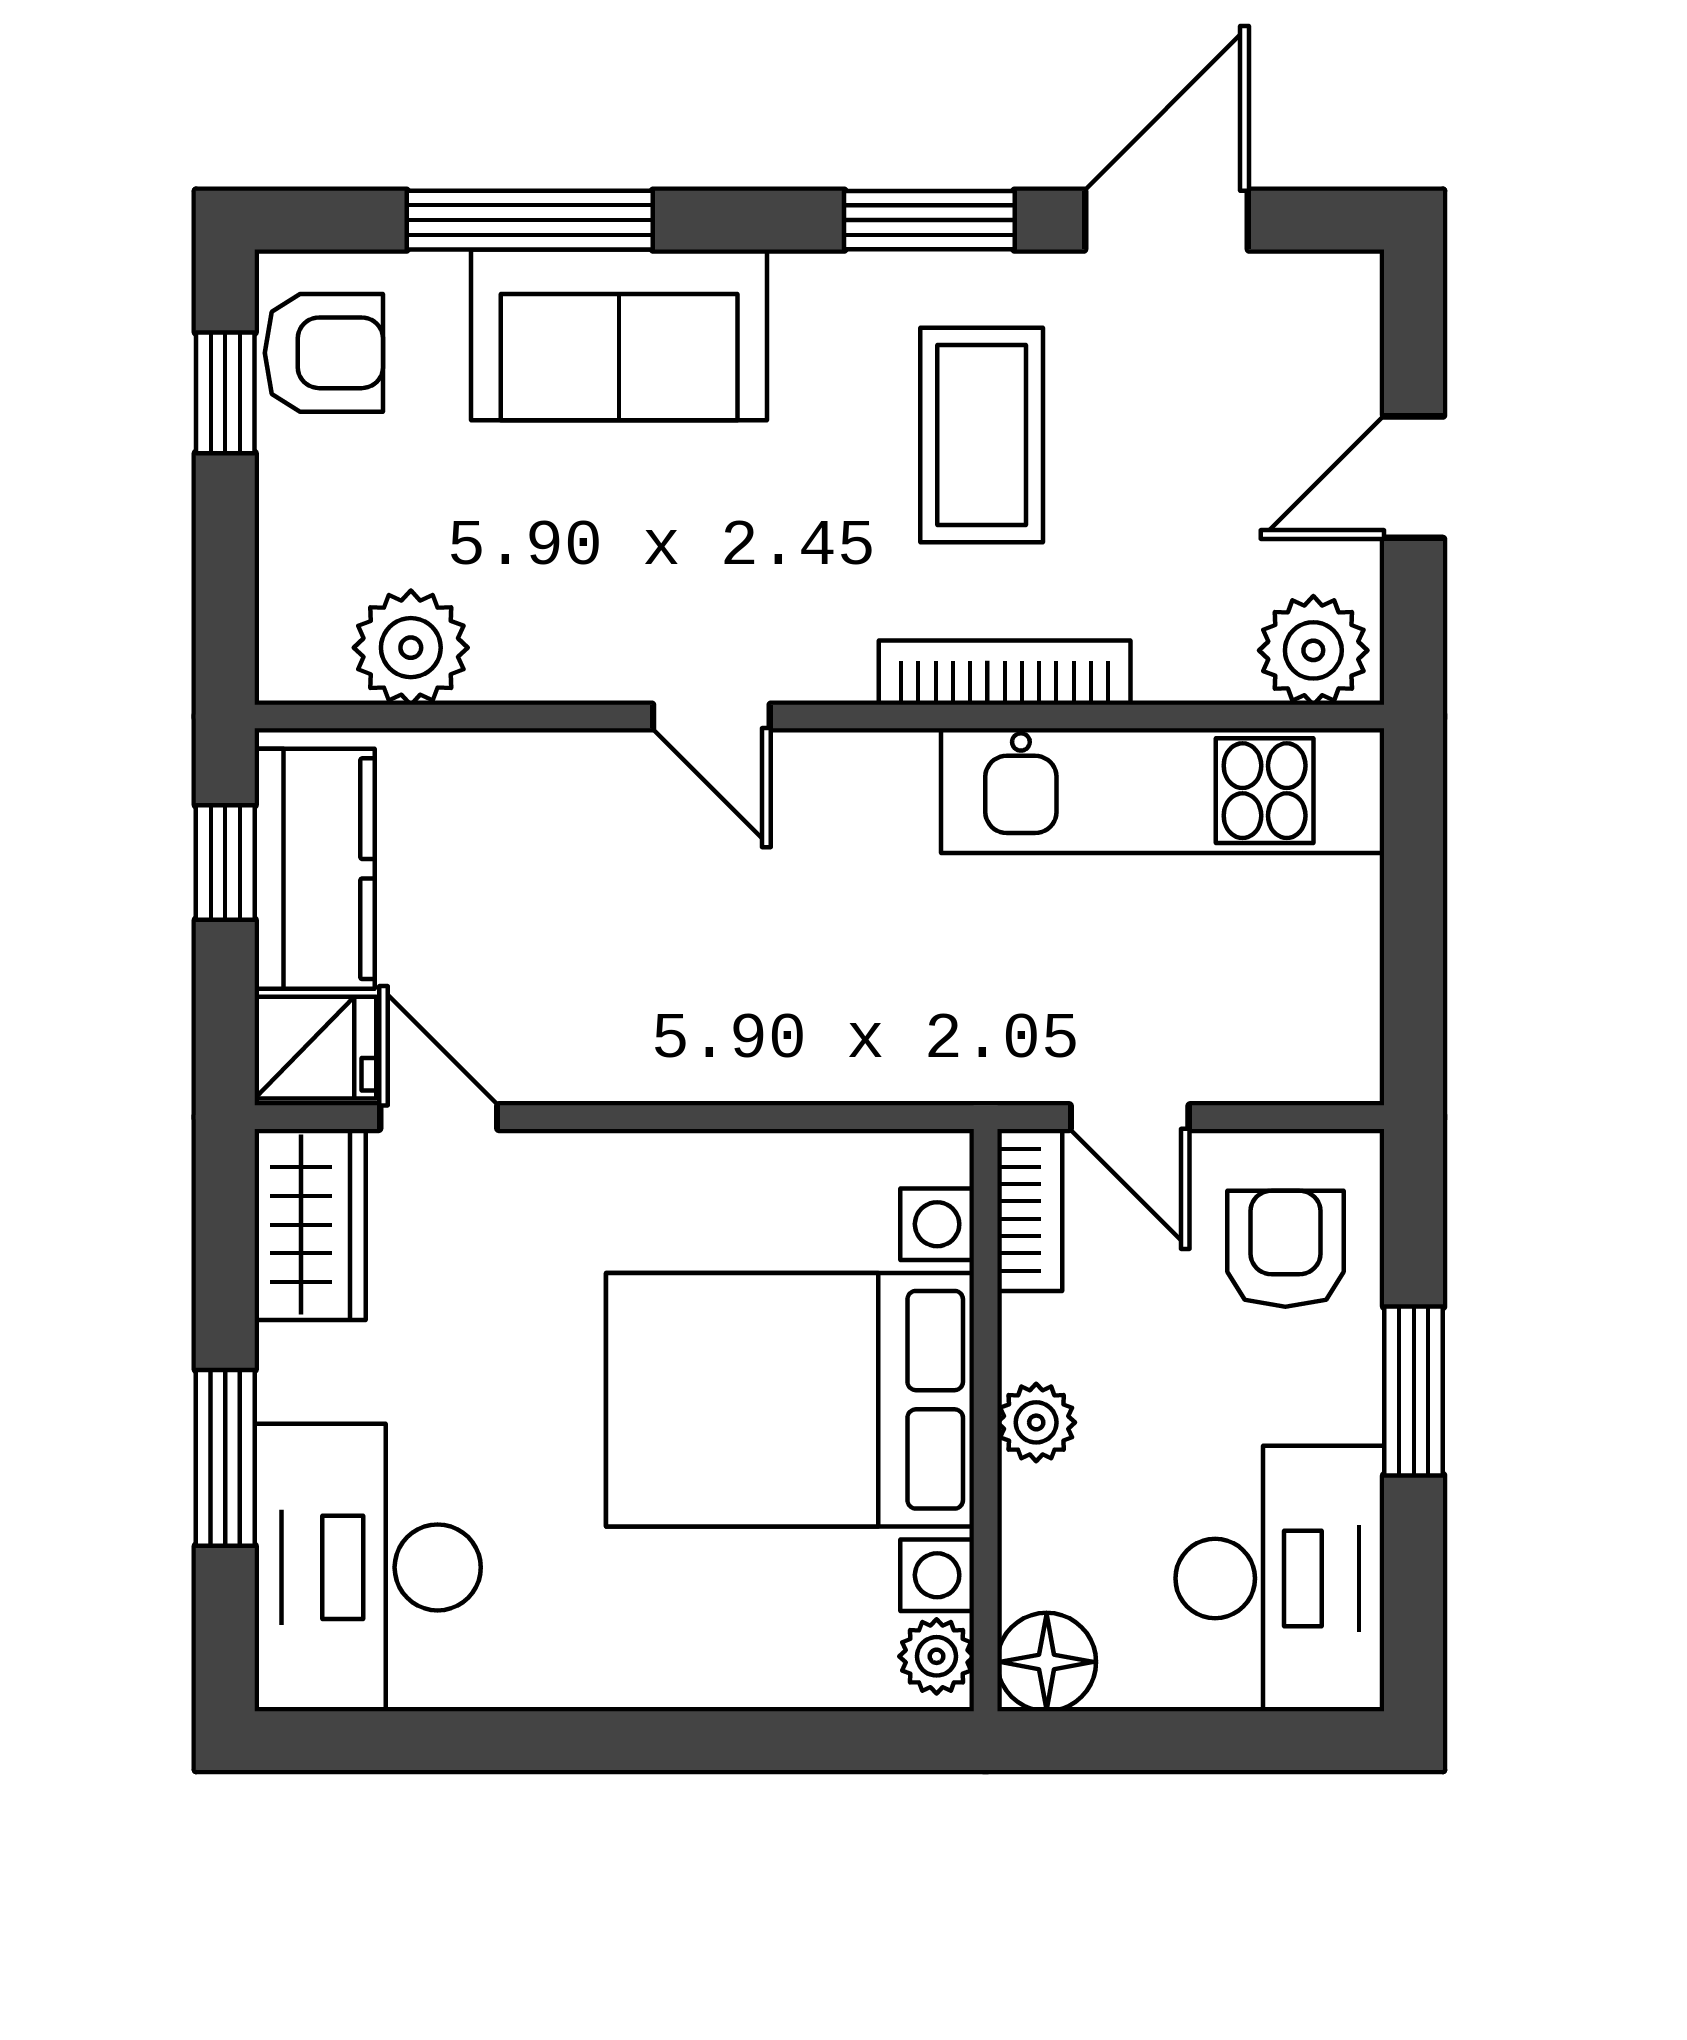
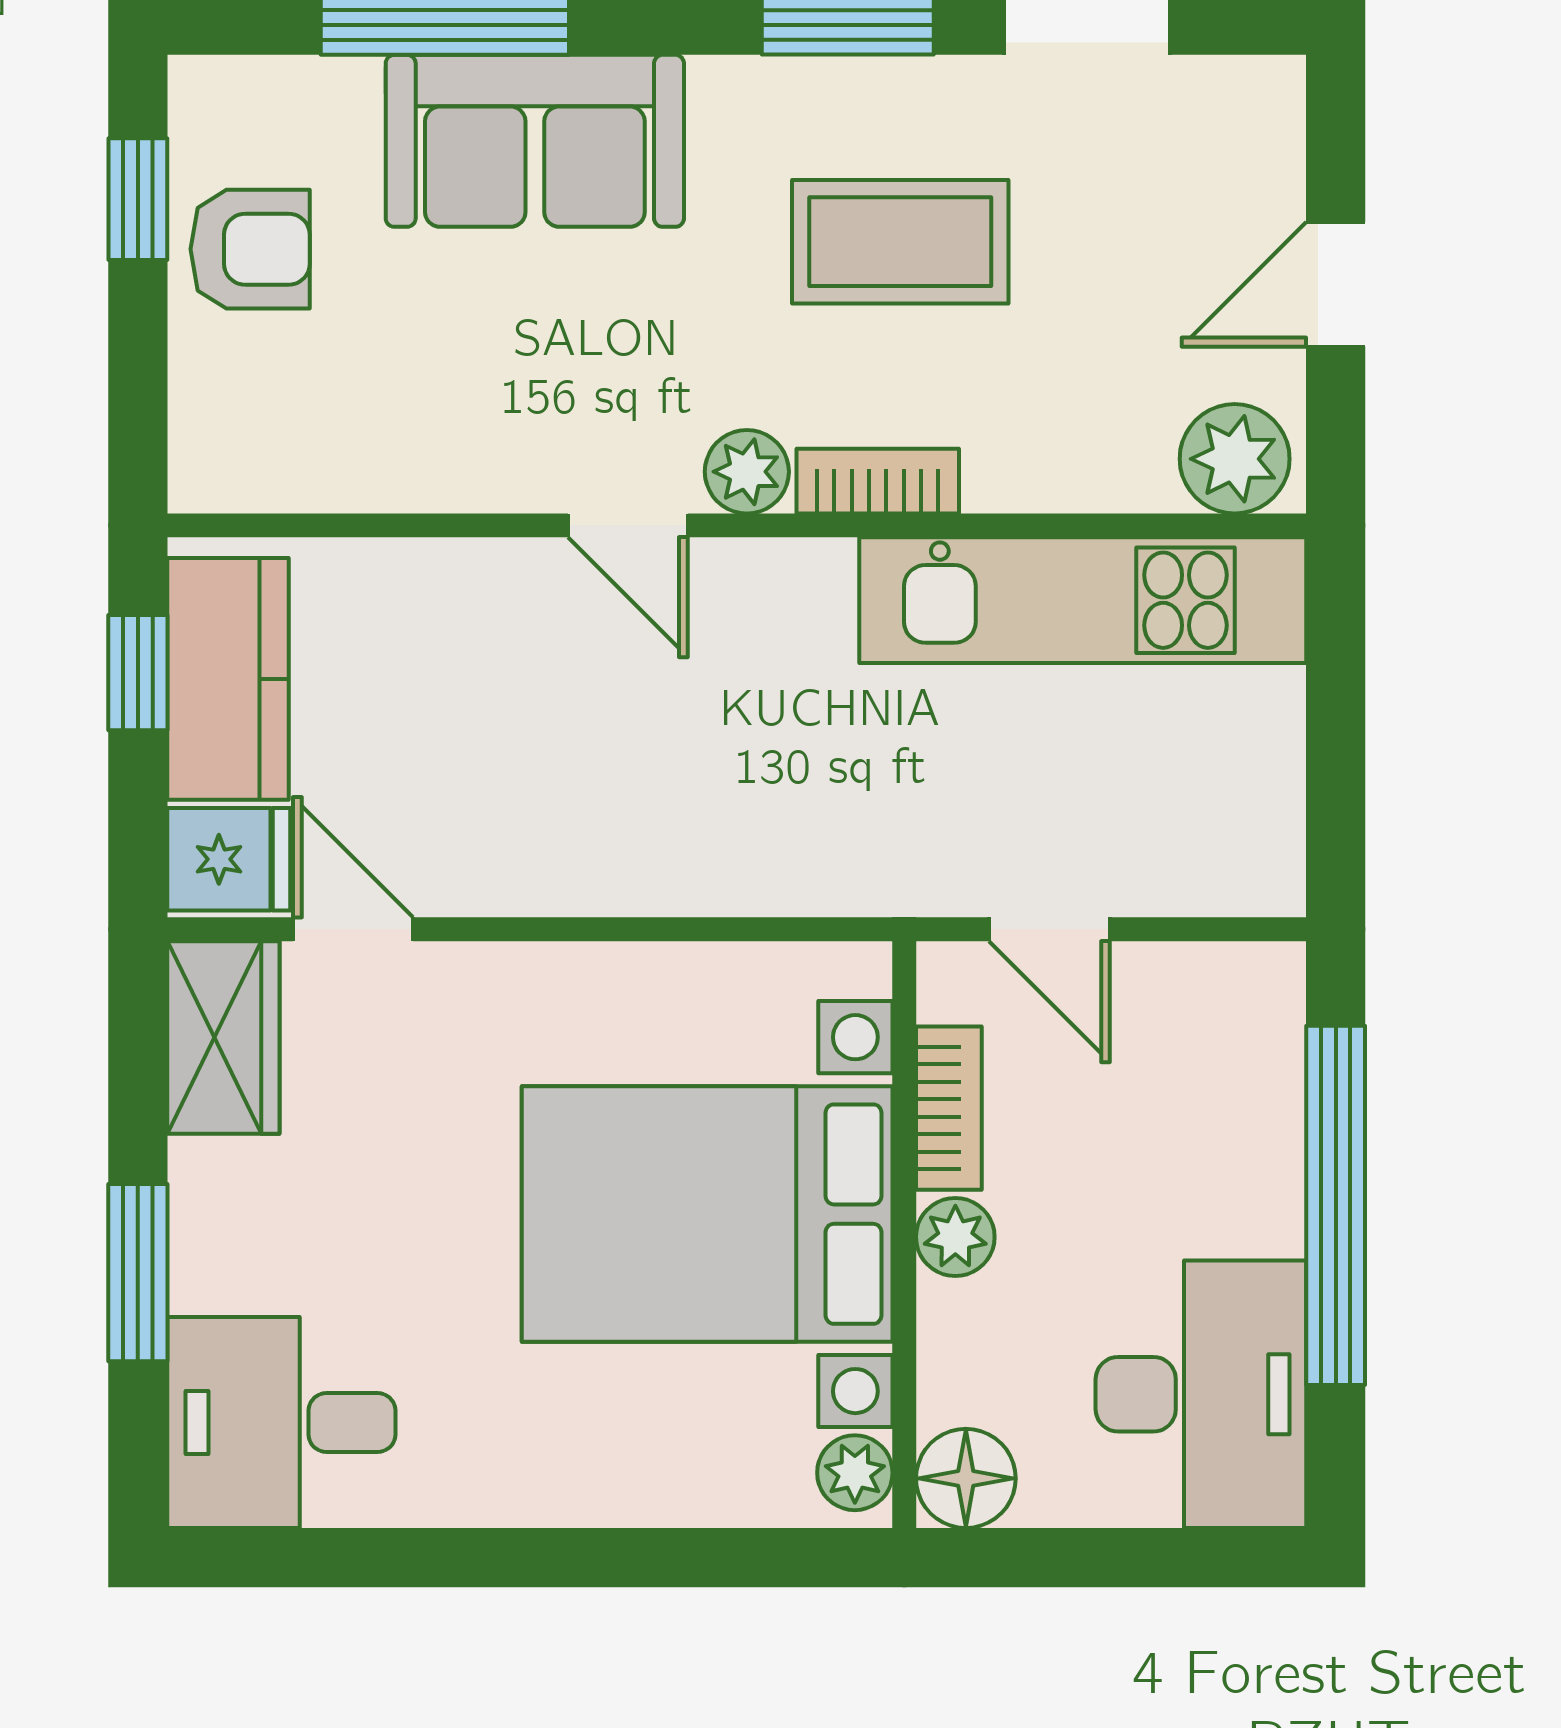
armchair: (324, 353) -> (250, 249), moved
coffee table: (982, 435) -> (900, 242), turned 90
plant: (411, 648) -> (747, 472), moved, width x0.73, depth x0.73
bookcase: (1005, 673) -> (878, 481), width x0.64
bookcase: (1030, 1210) -> (949, 1108), moved
armchair: (1285, 1249) -> (1207, 1062), removed
window: (1414, 1391) -> (1336, 1205), width x2.11
desk: (368, 1567) -> (281, 1423), width x0.73

